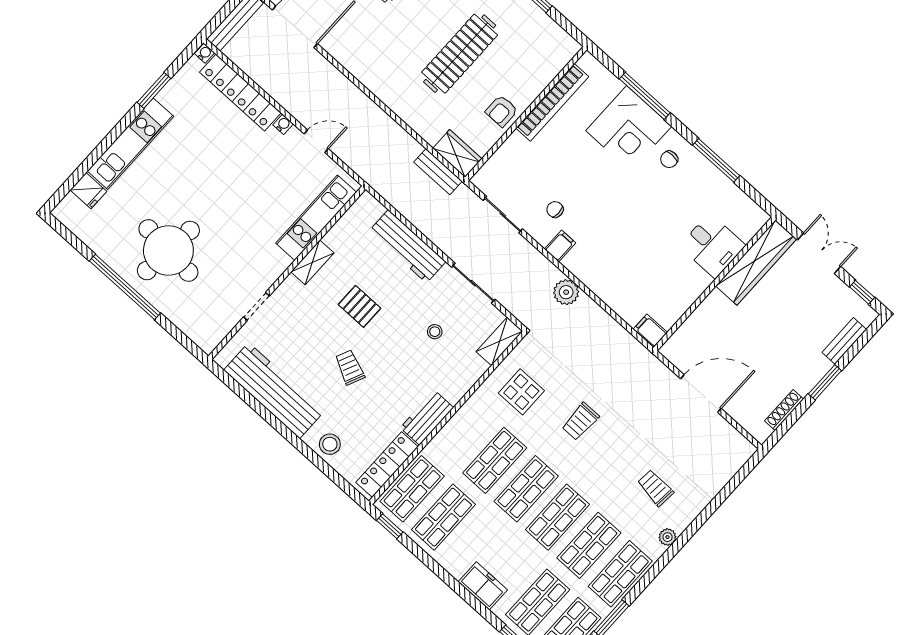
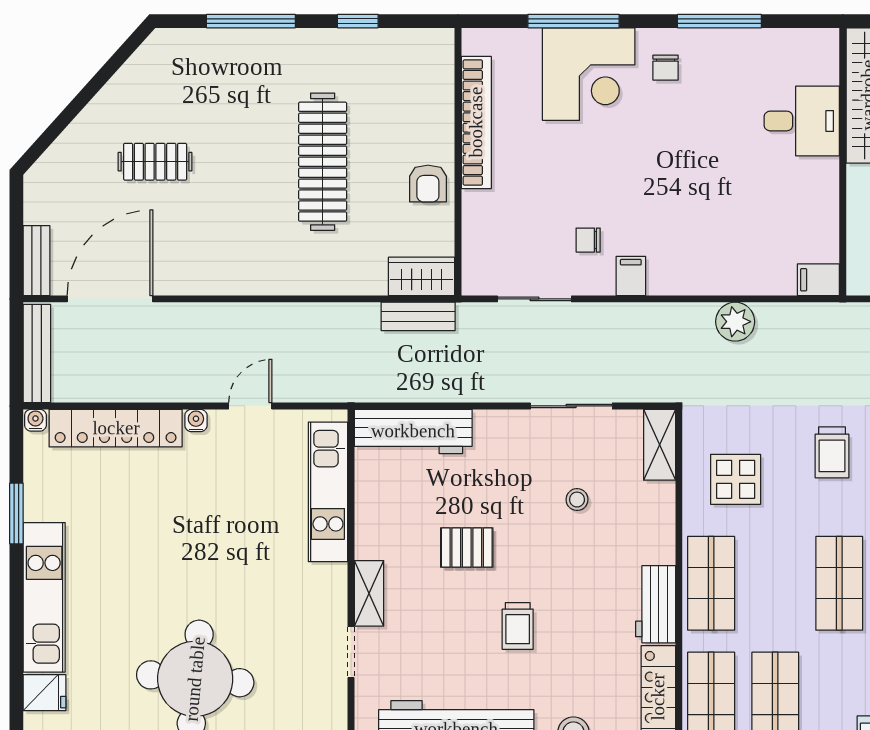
workbench: (407, 246) -> (413, 431), moved
shelving: (312, 262) -> (369, 593), moved
plant: (566, 292) -> (735, 322), moved
trolley: (350, 367) -> (518, 626), turned -114
shop shelf: (495, 460) -> (711, 583), moved

